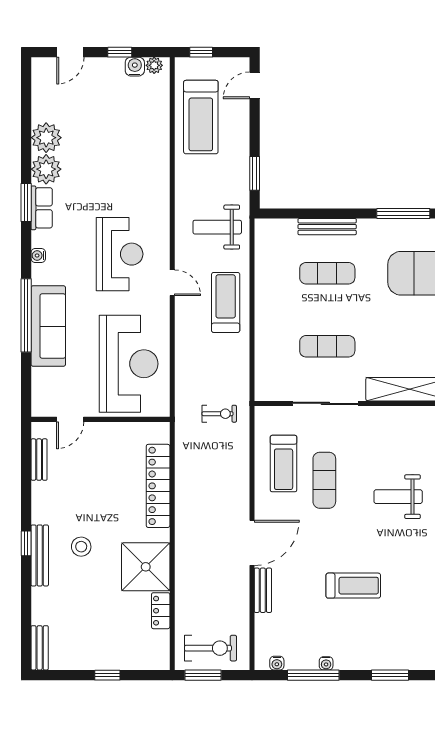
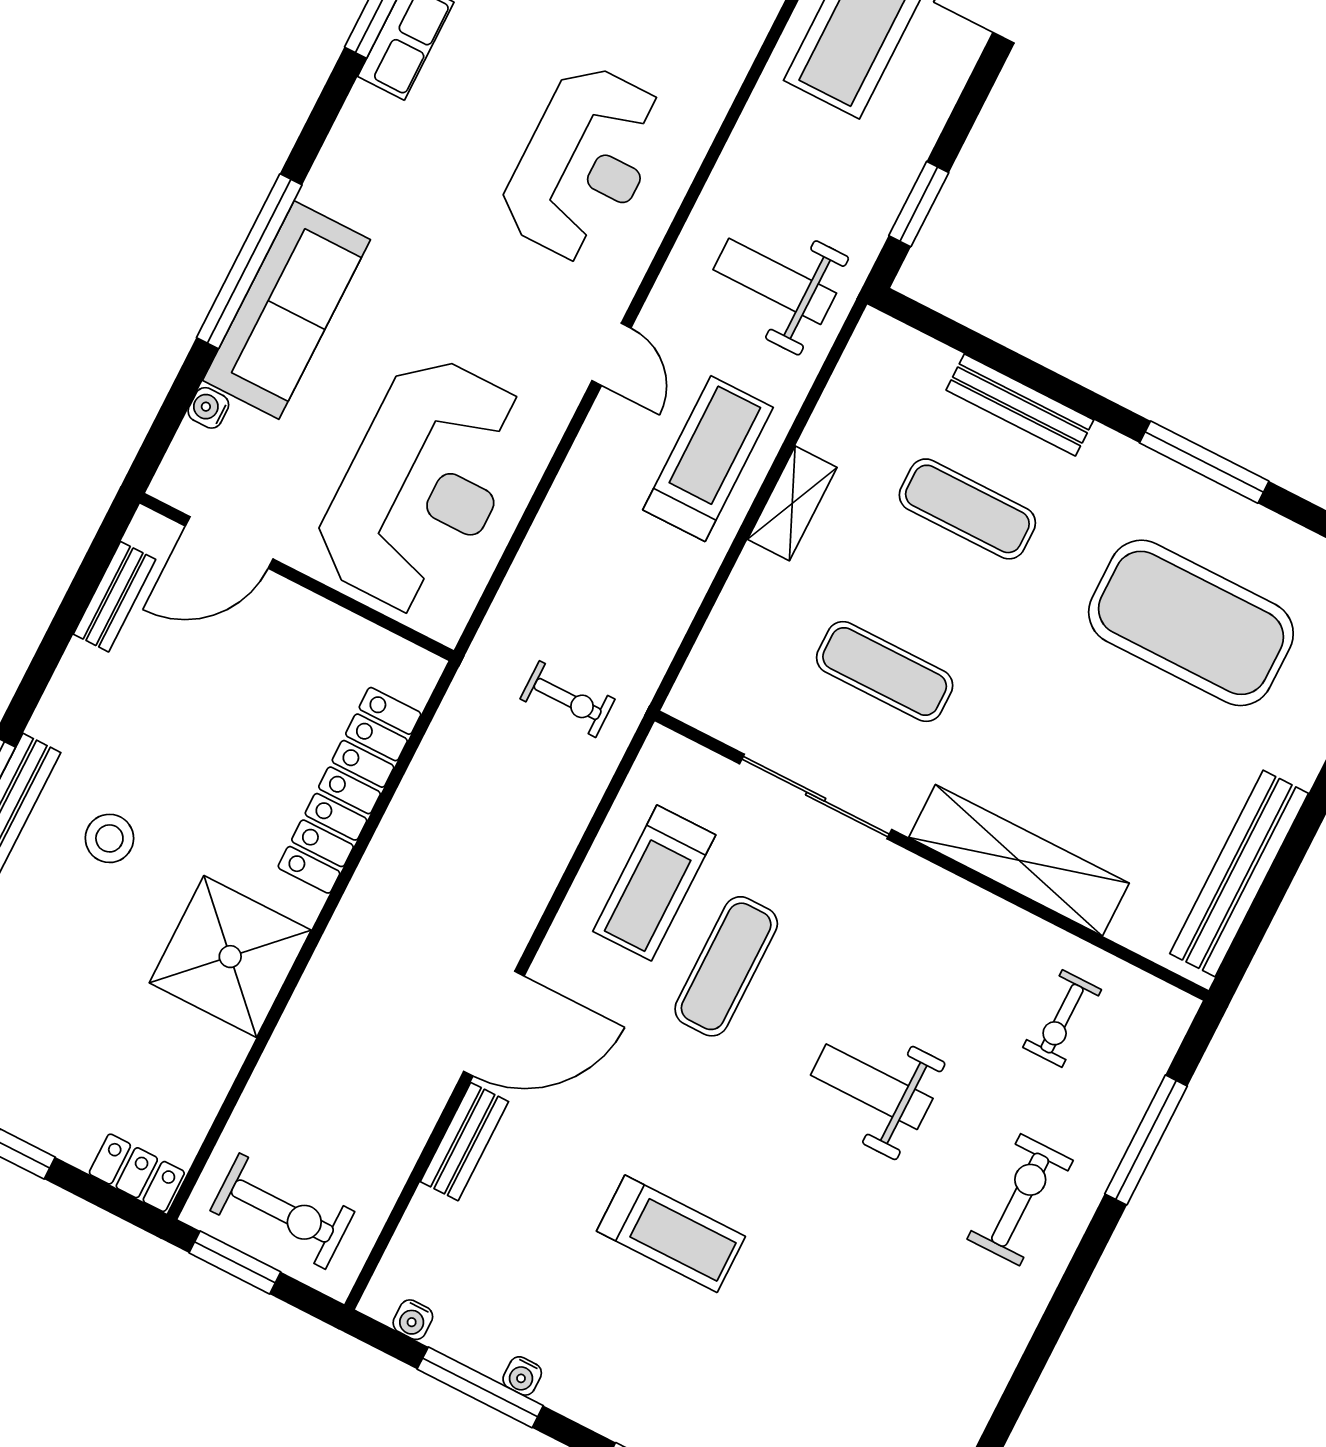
reception desk: (120, 254) -> (584, 164), moved
water cooler: (38, 255) -> (208, 408), moved
shelving: (264, 303) -> (792, 503), added
door: (70, 419) -> (229, 543), width x1.38
locker: (161, 611) -> (137, 1173), moved, turned 90

